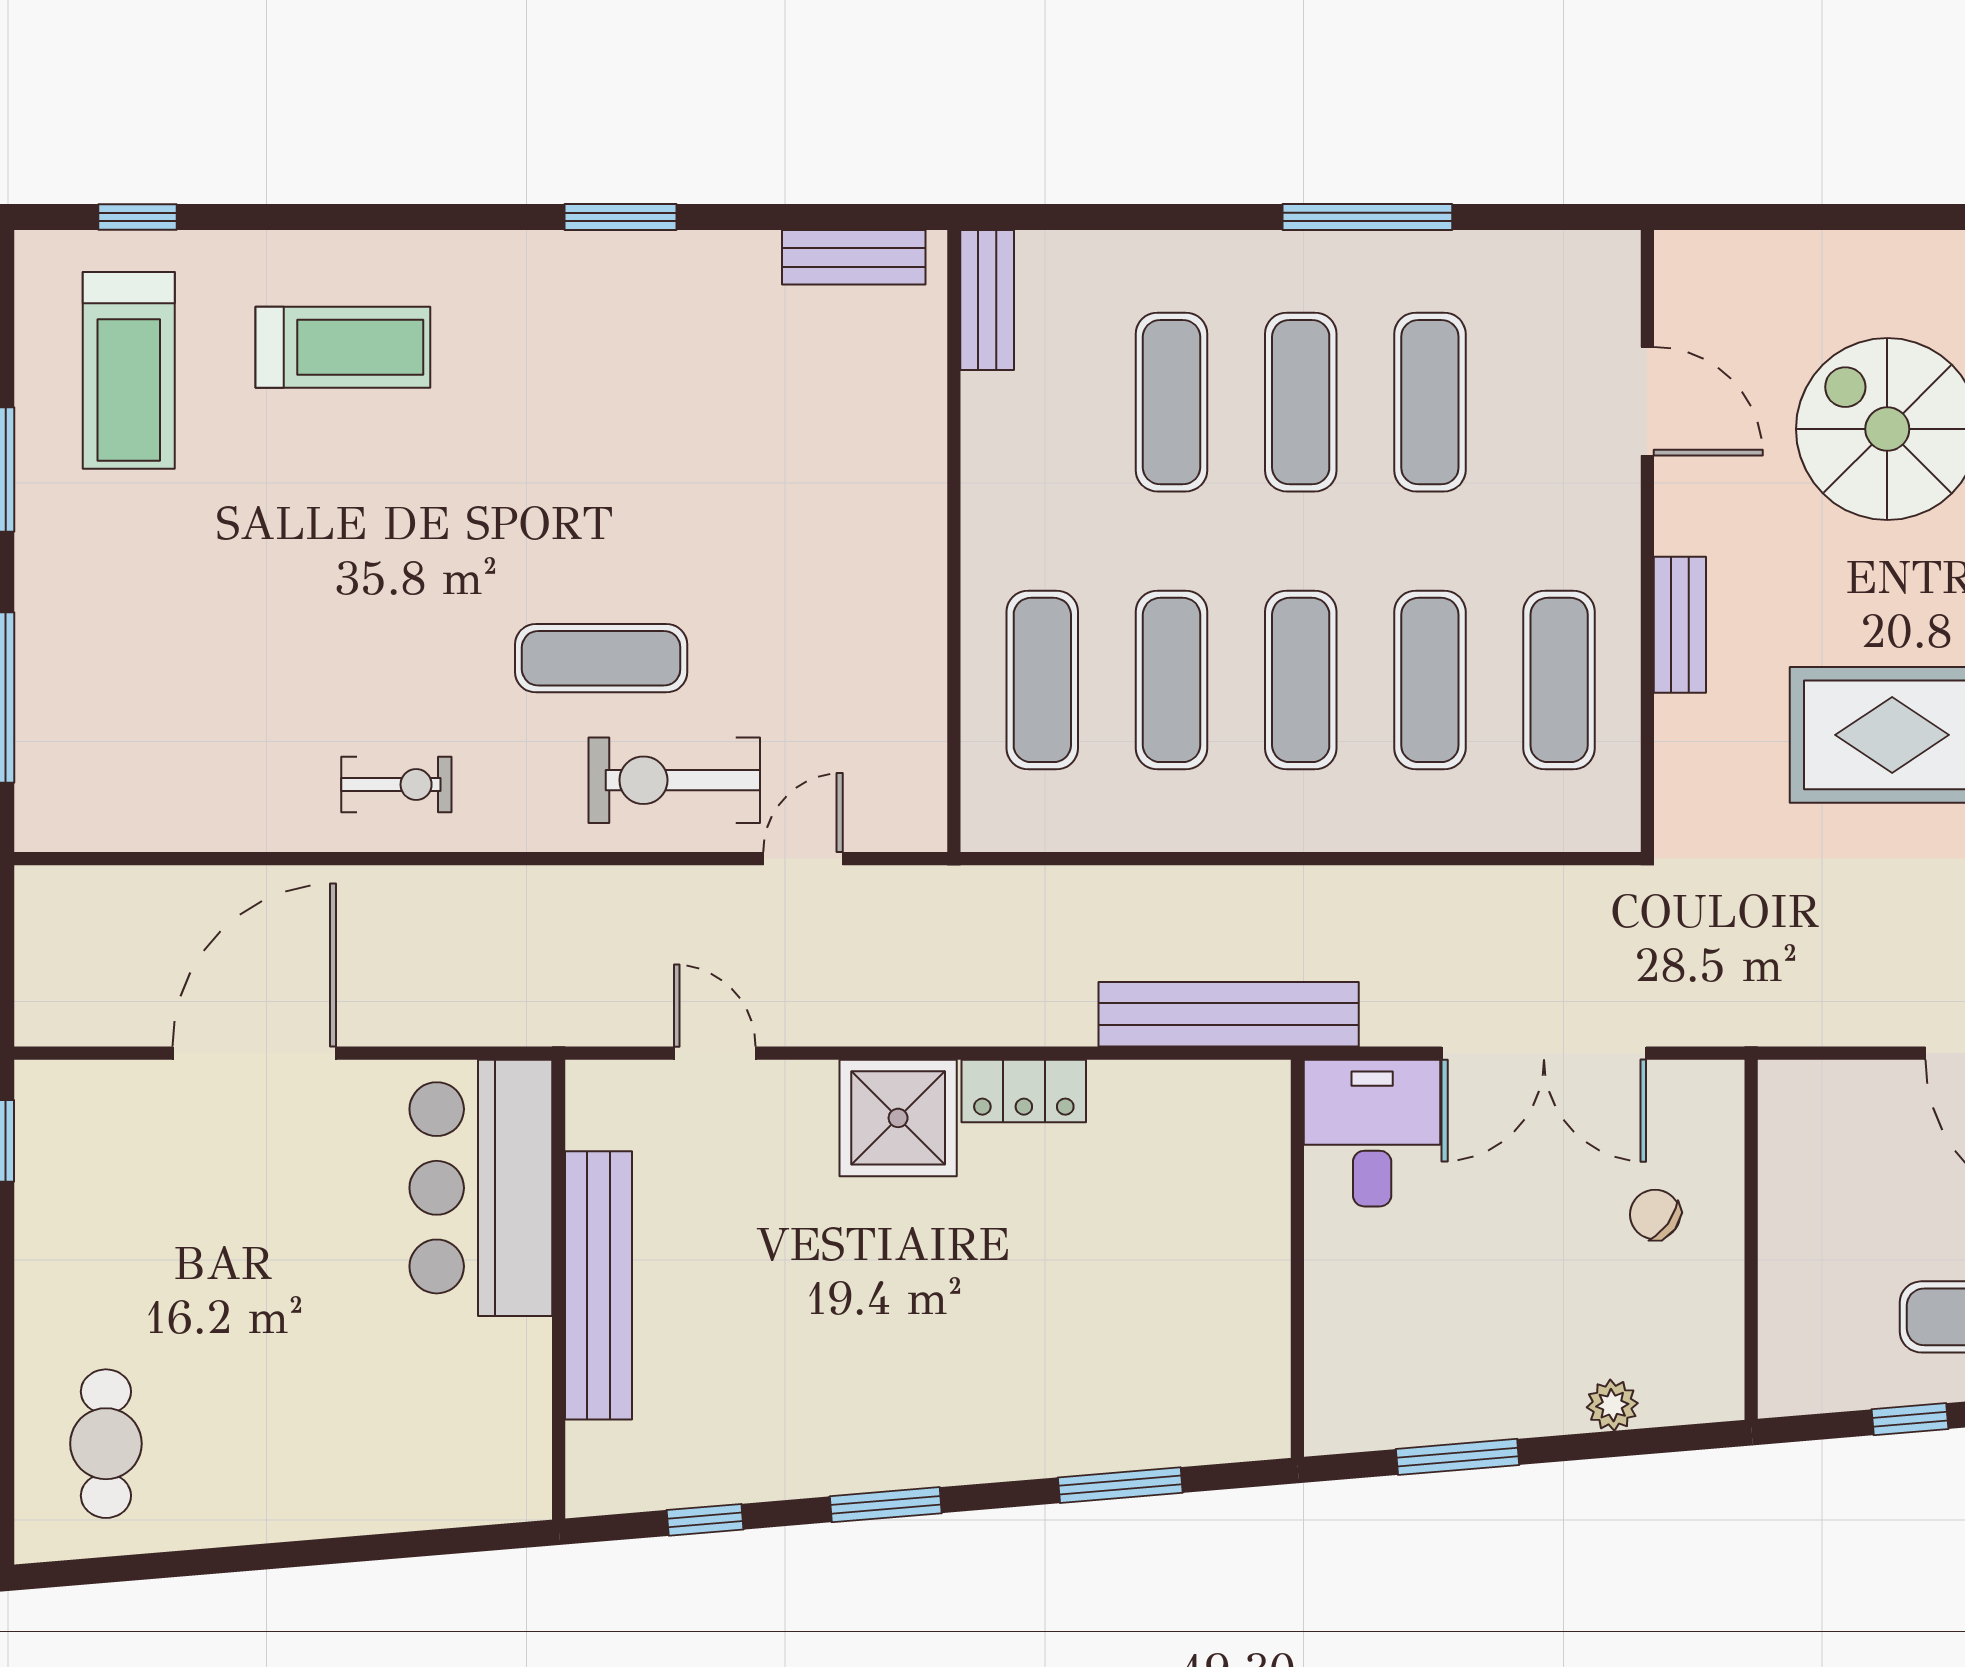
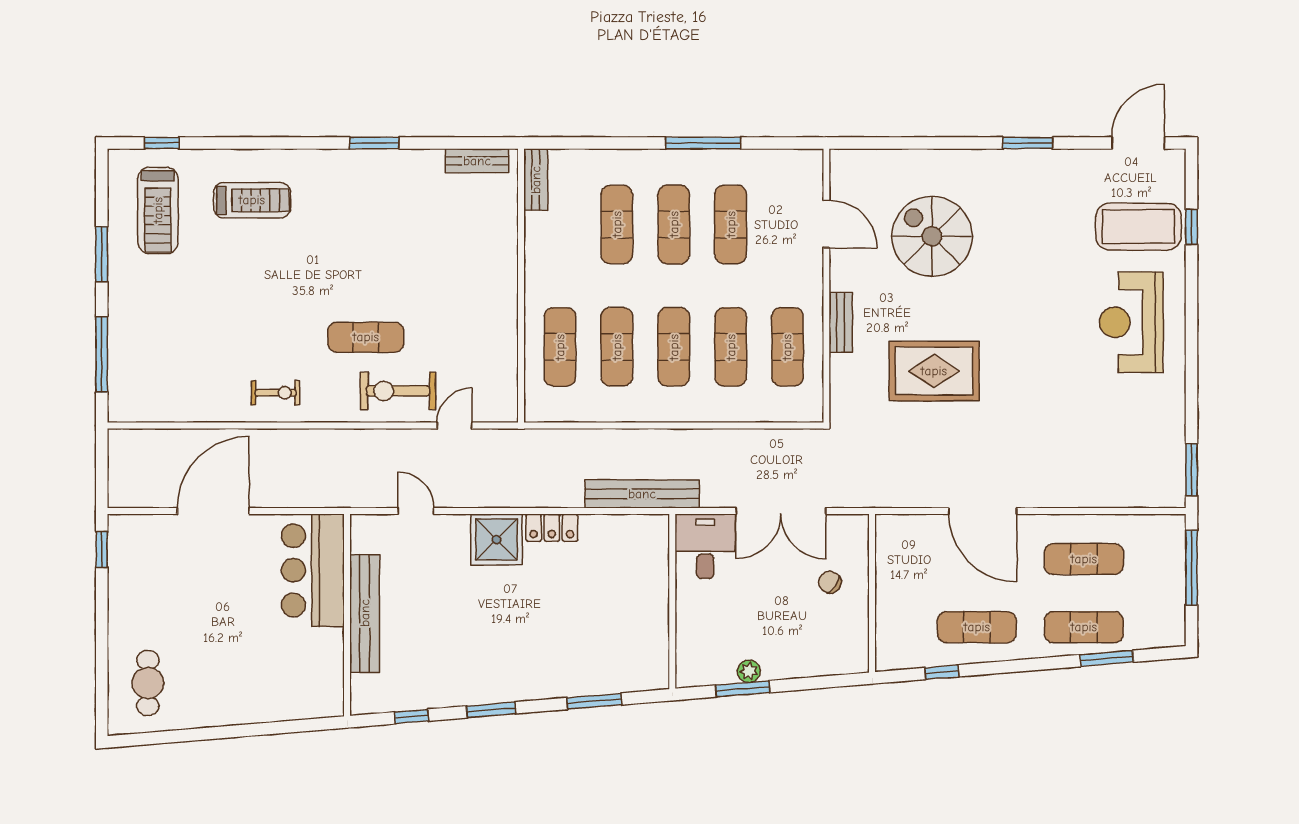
plant: (1612, 1405) -> (749, 671), moved

